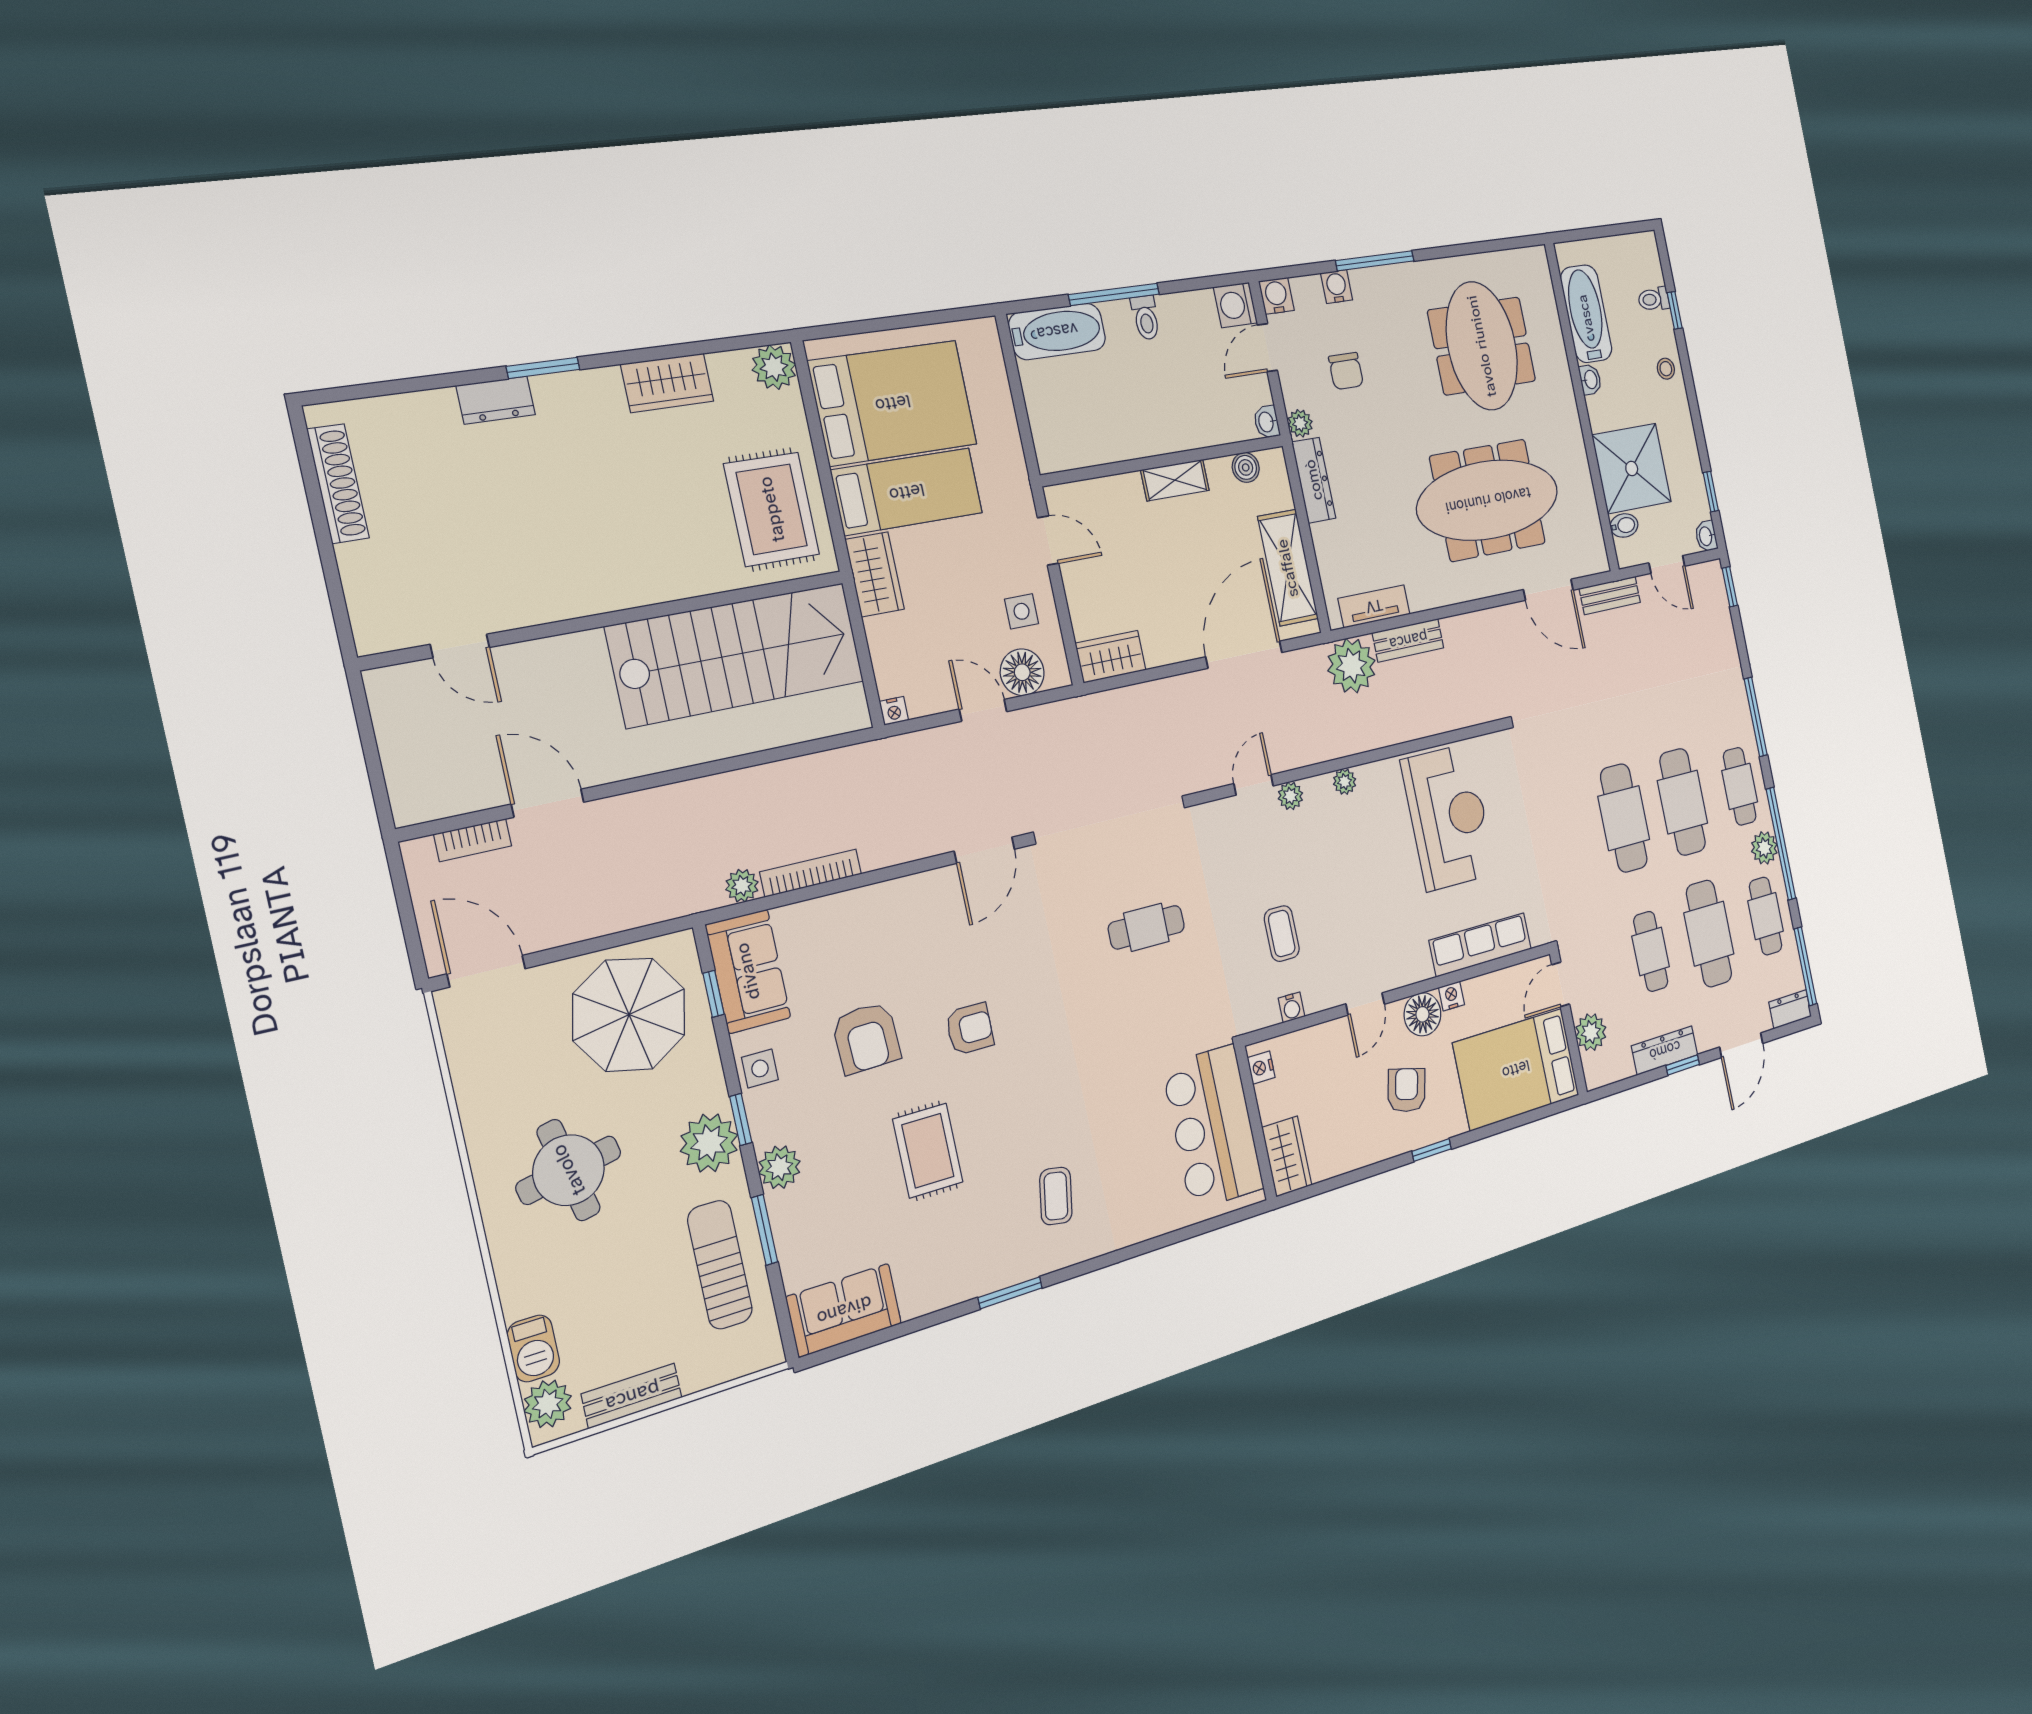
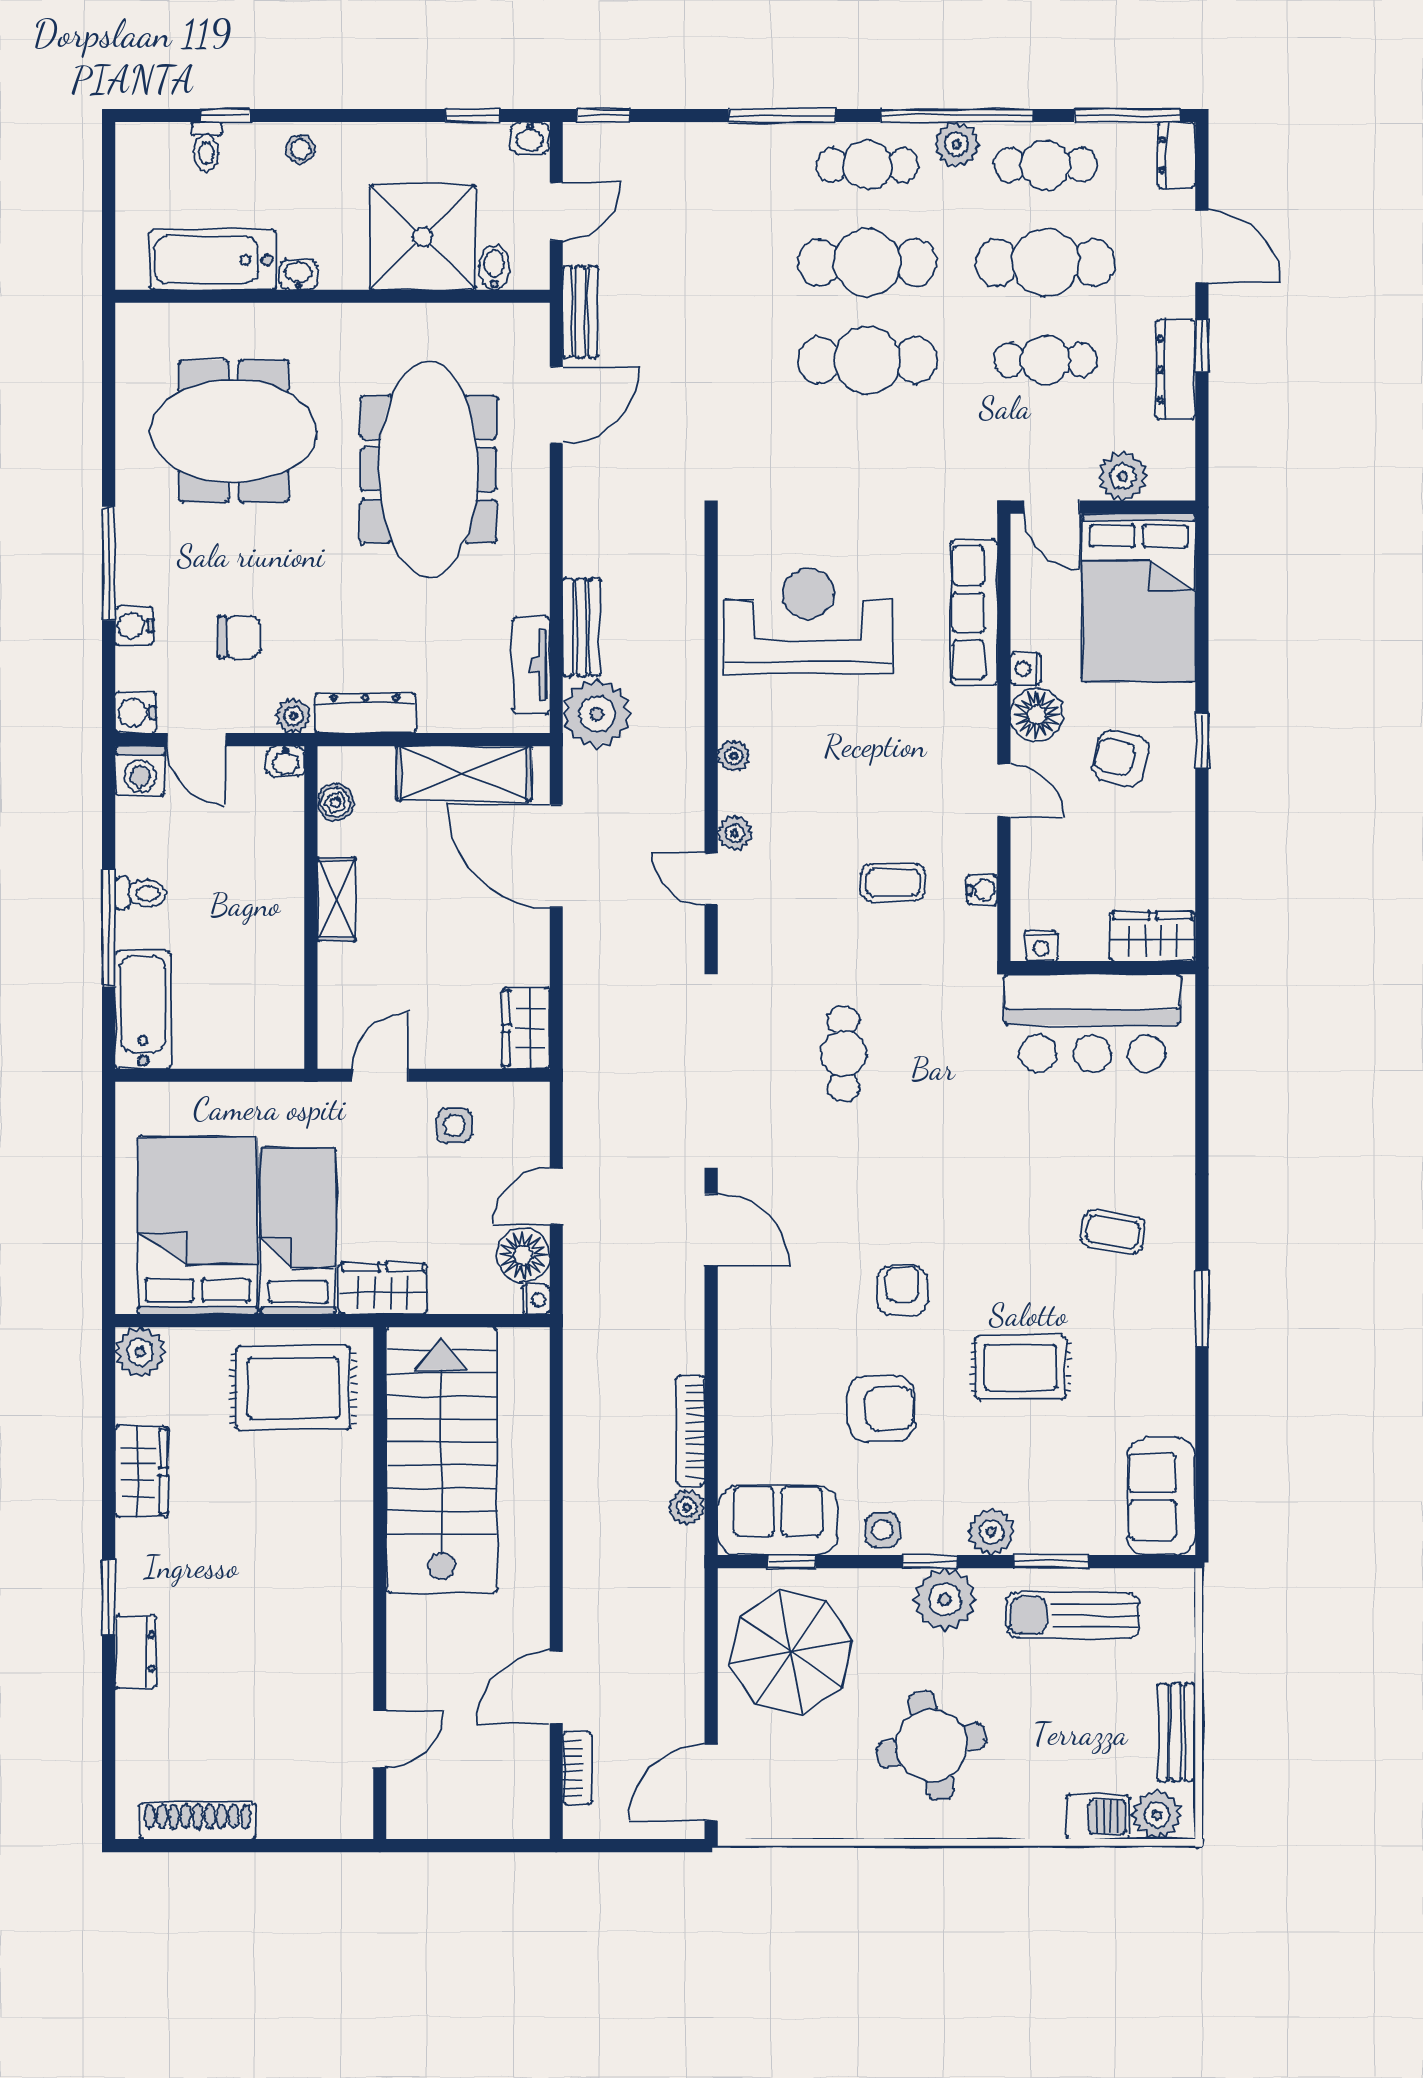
floor lamp: (1022, 672) -> (523, 1255), moved

